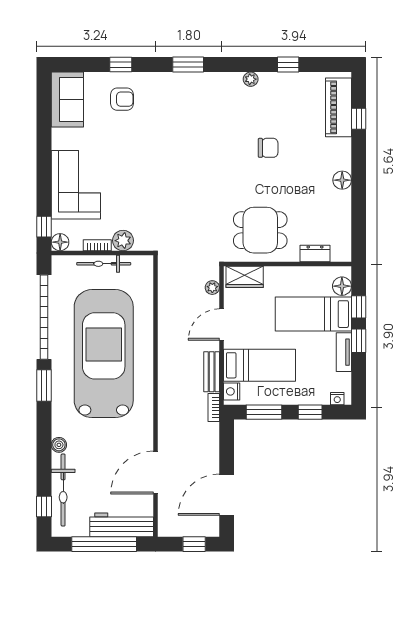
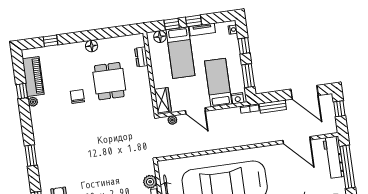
plant: (251, 79) -> (33, 102), moved
piano: (338, 107) -> (33, 77), moved, turned -90
dining table: (260, 230) -> (109, 81), moved
bench: (212, 372) -> (273, 107), moved

